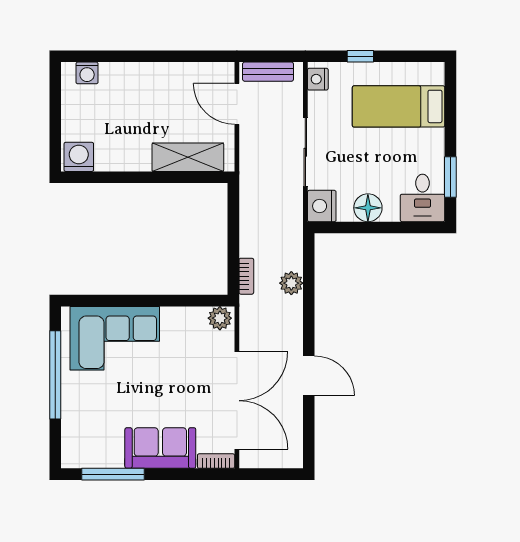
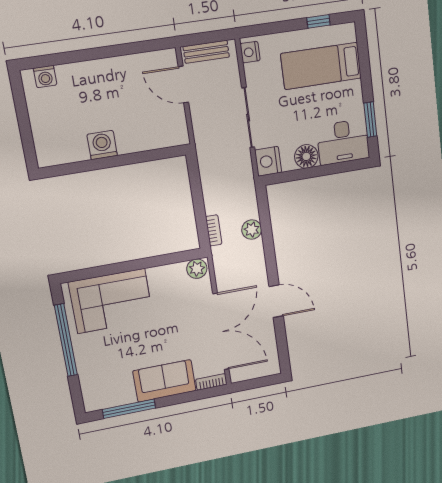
window: (360, 56) -> (318, 21), moved
washing machine: (79, 157) -> (102, 145), moved
shelving: (188, 157) -> (148, 138), removed
desk: (422, 198) -> (343, 142), width x1.37

